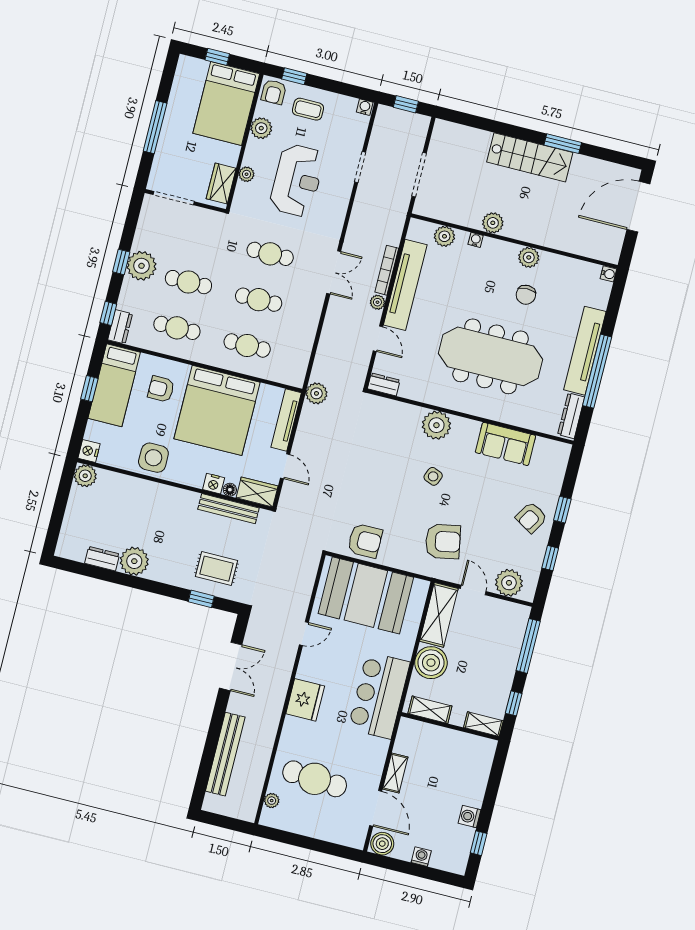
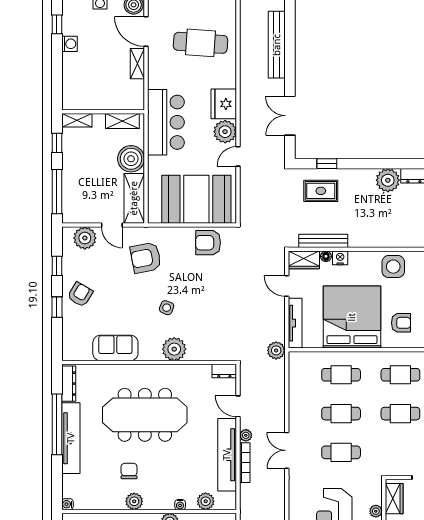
plant: (272, 801) -> (225, 132), moved, width x1.88, depth x1.88

